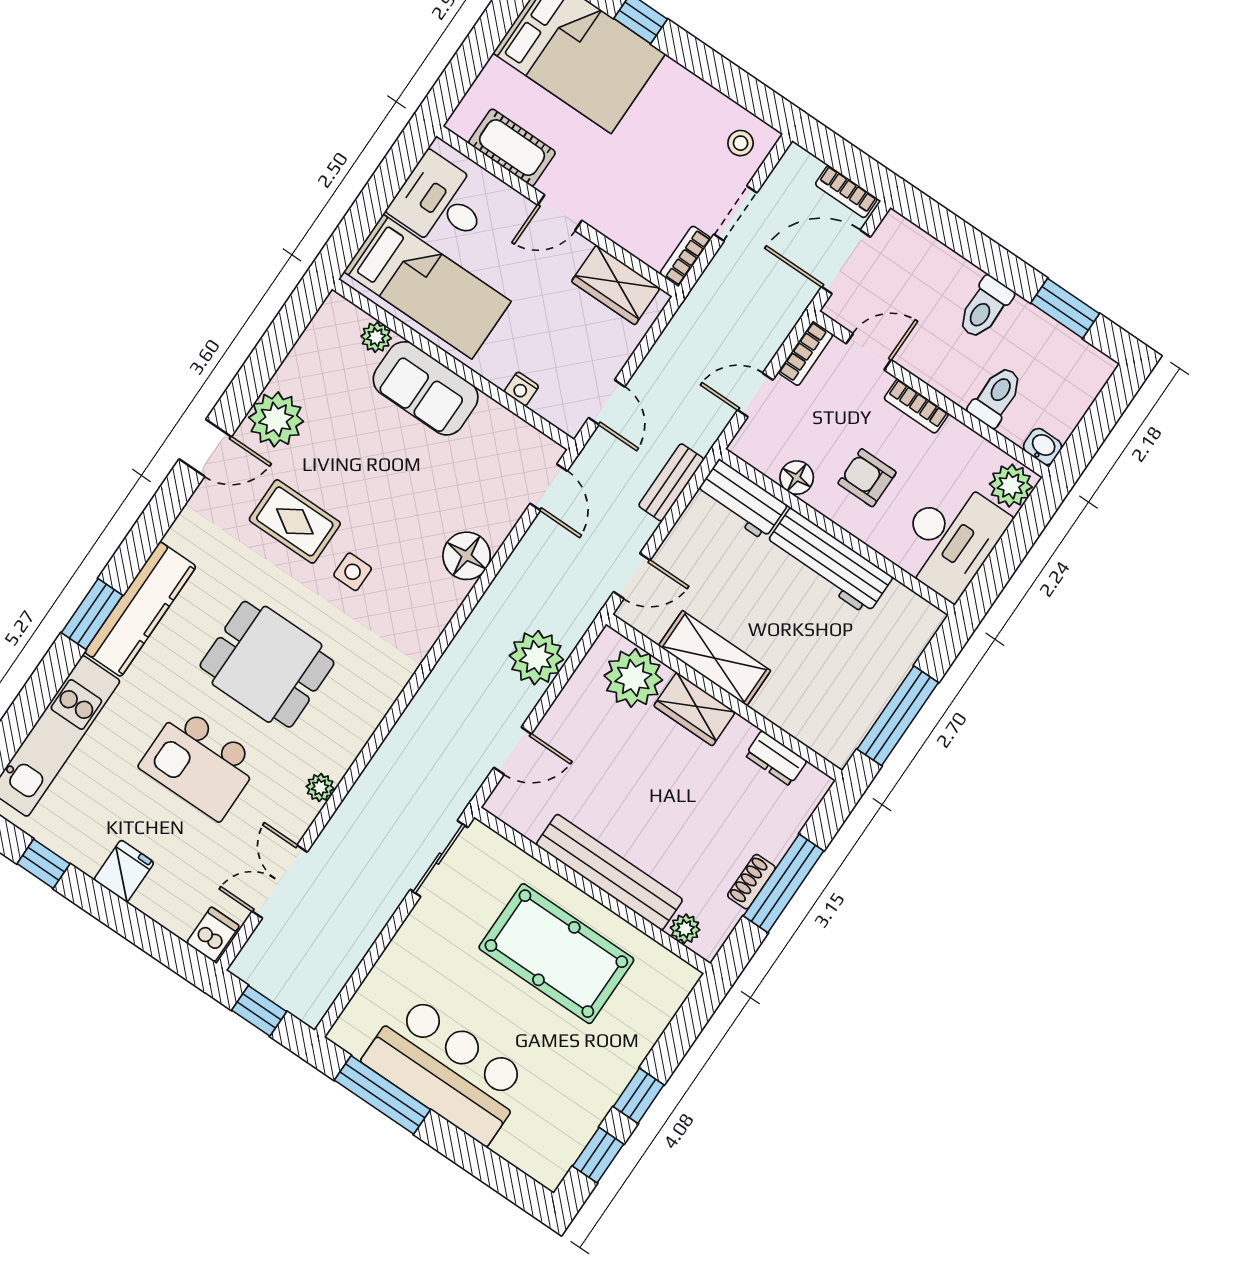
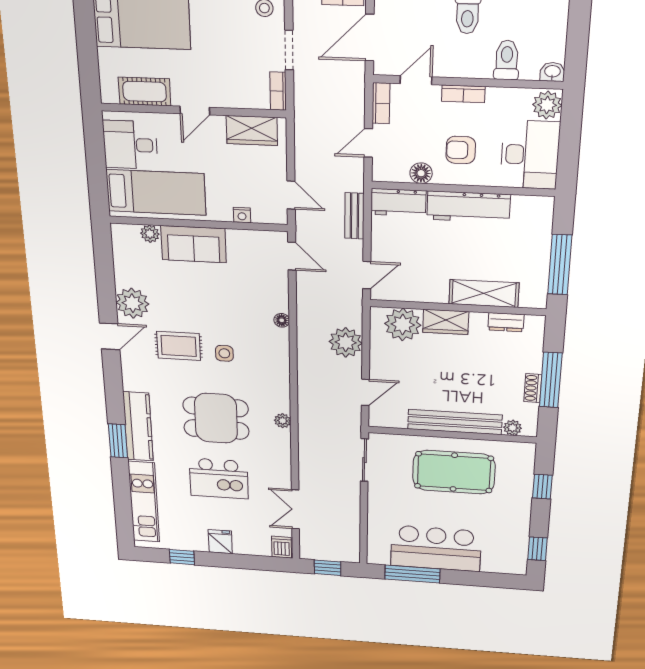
floor lamp: (467, 556) -> (282, 320), width x0.53, depth x0.53
shelving: (715, 658) -> (484, 293), moved
plant: (320, 788) -> (283, 421), moved
window: (639, 1096) -> (542, 487), moved

